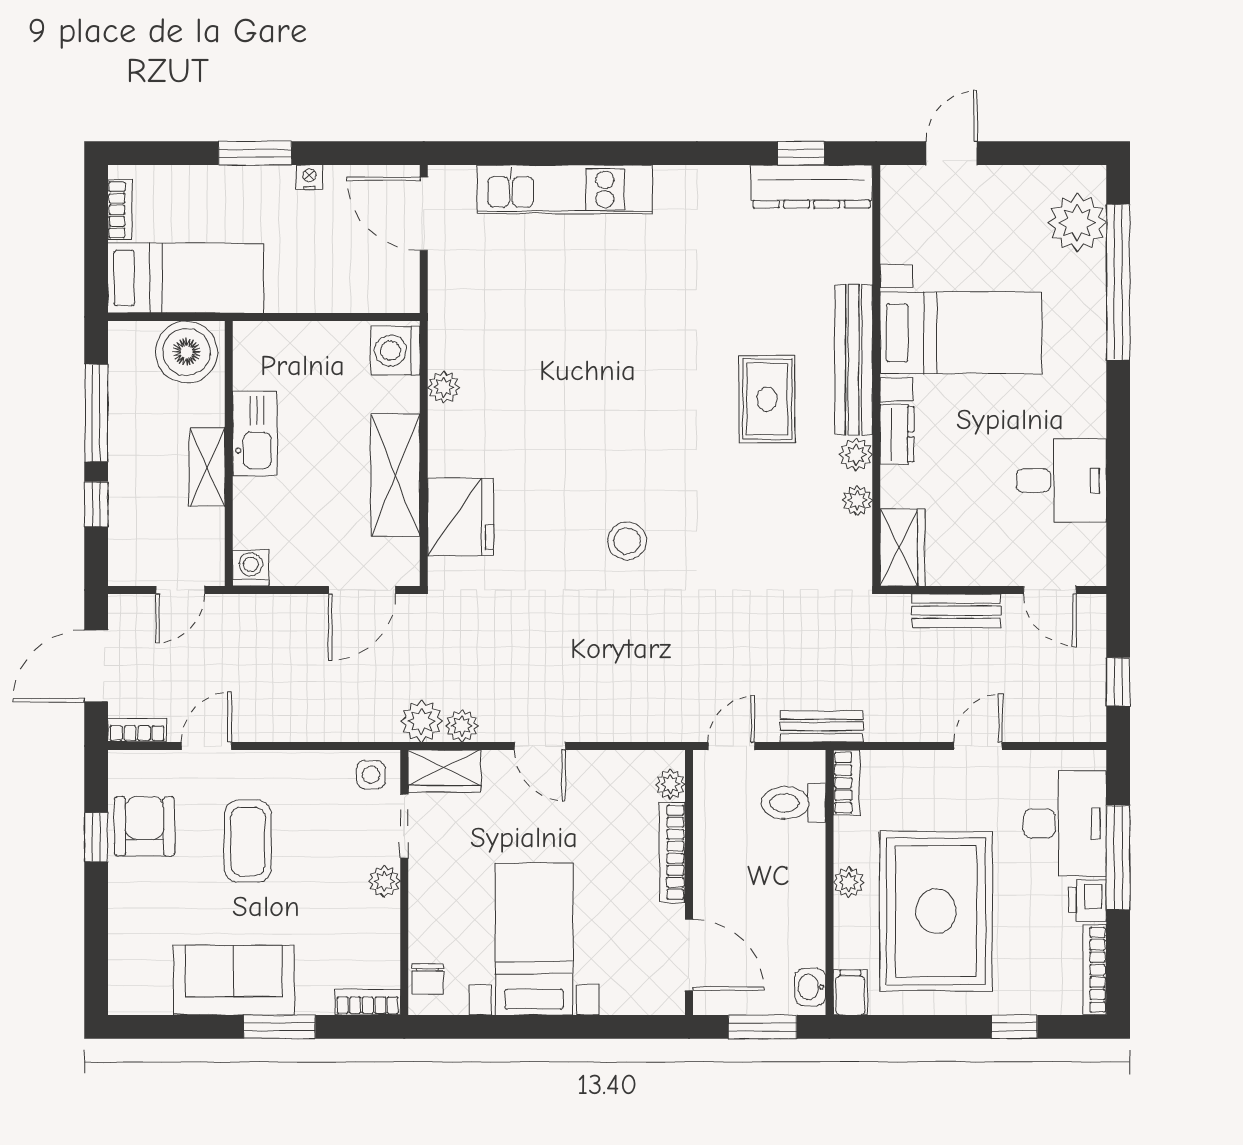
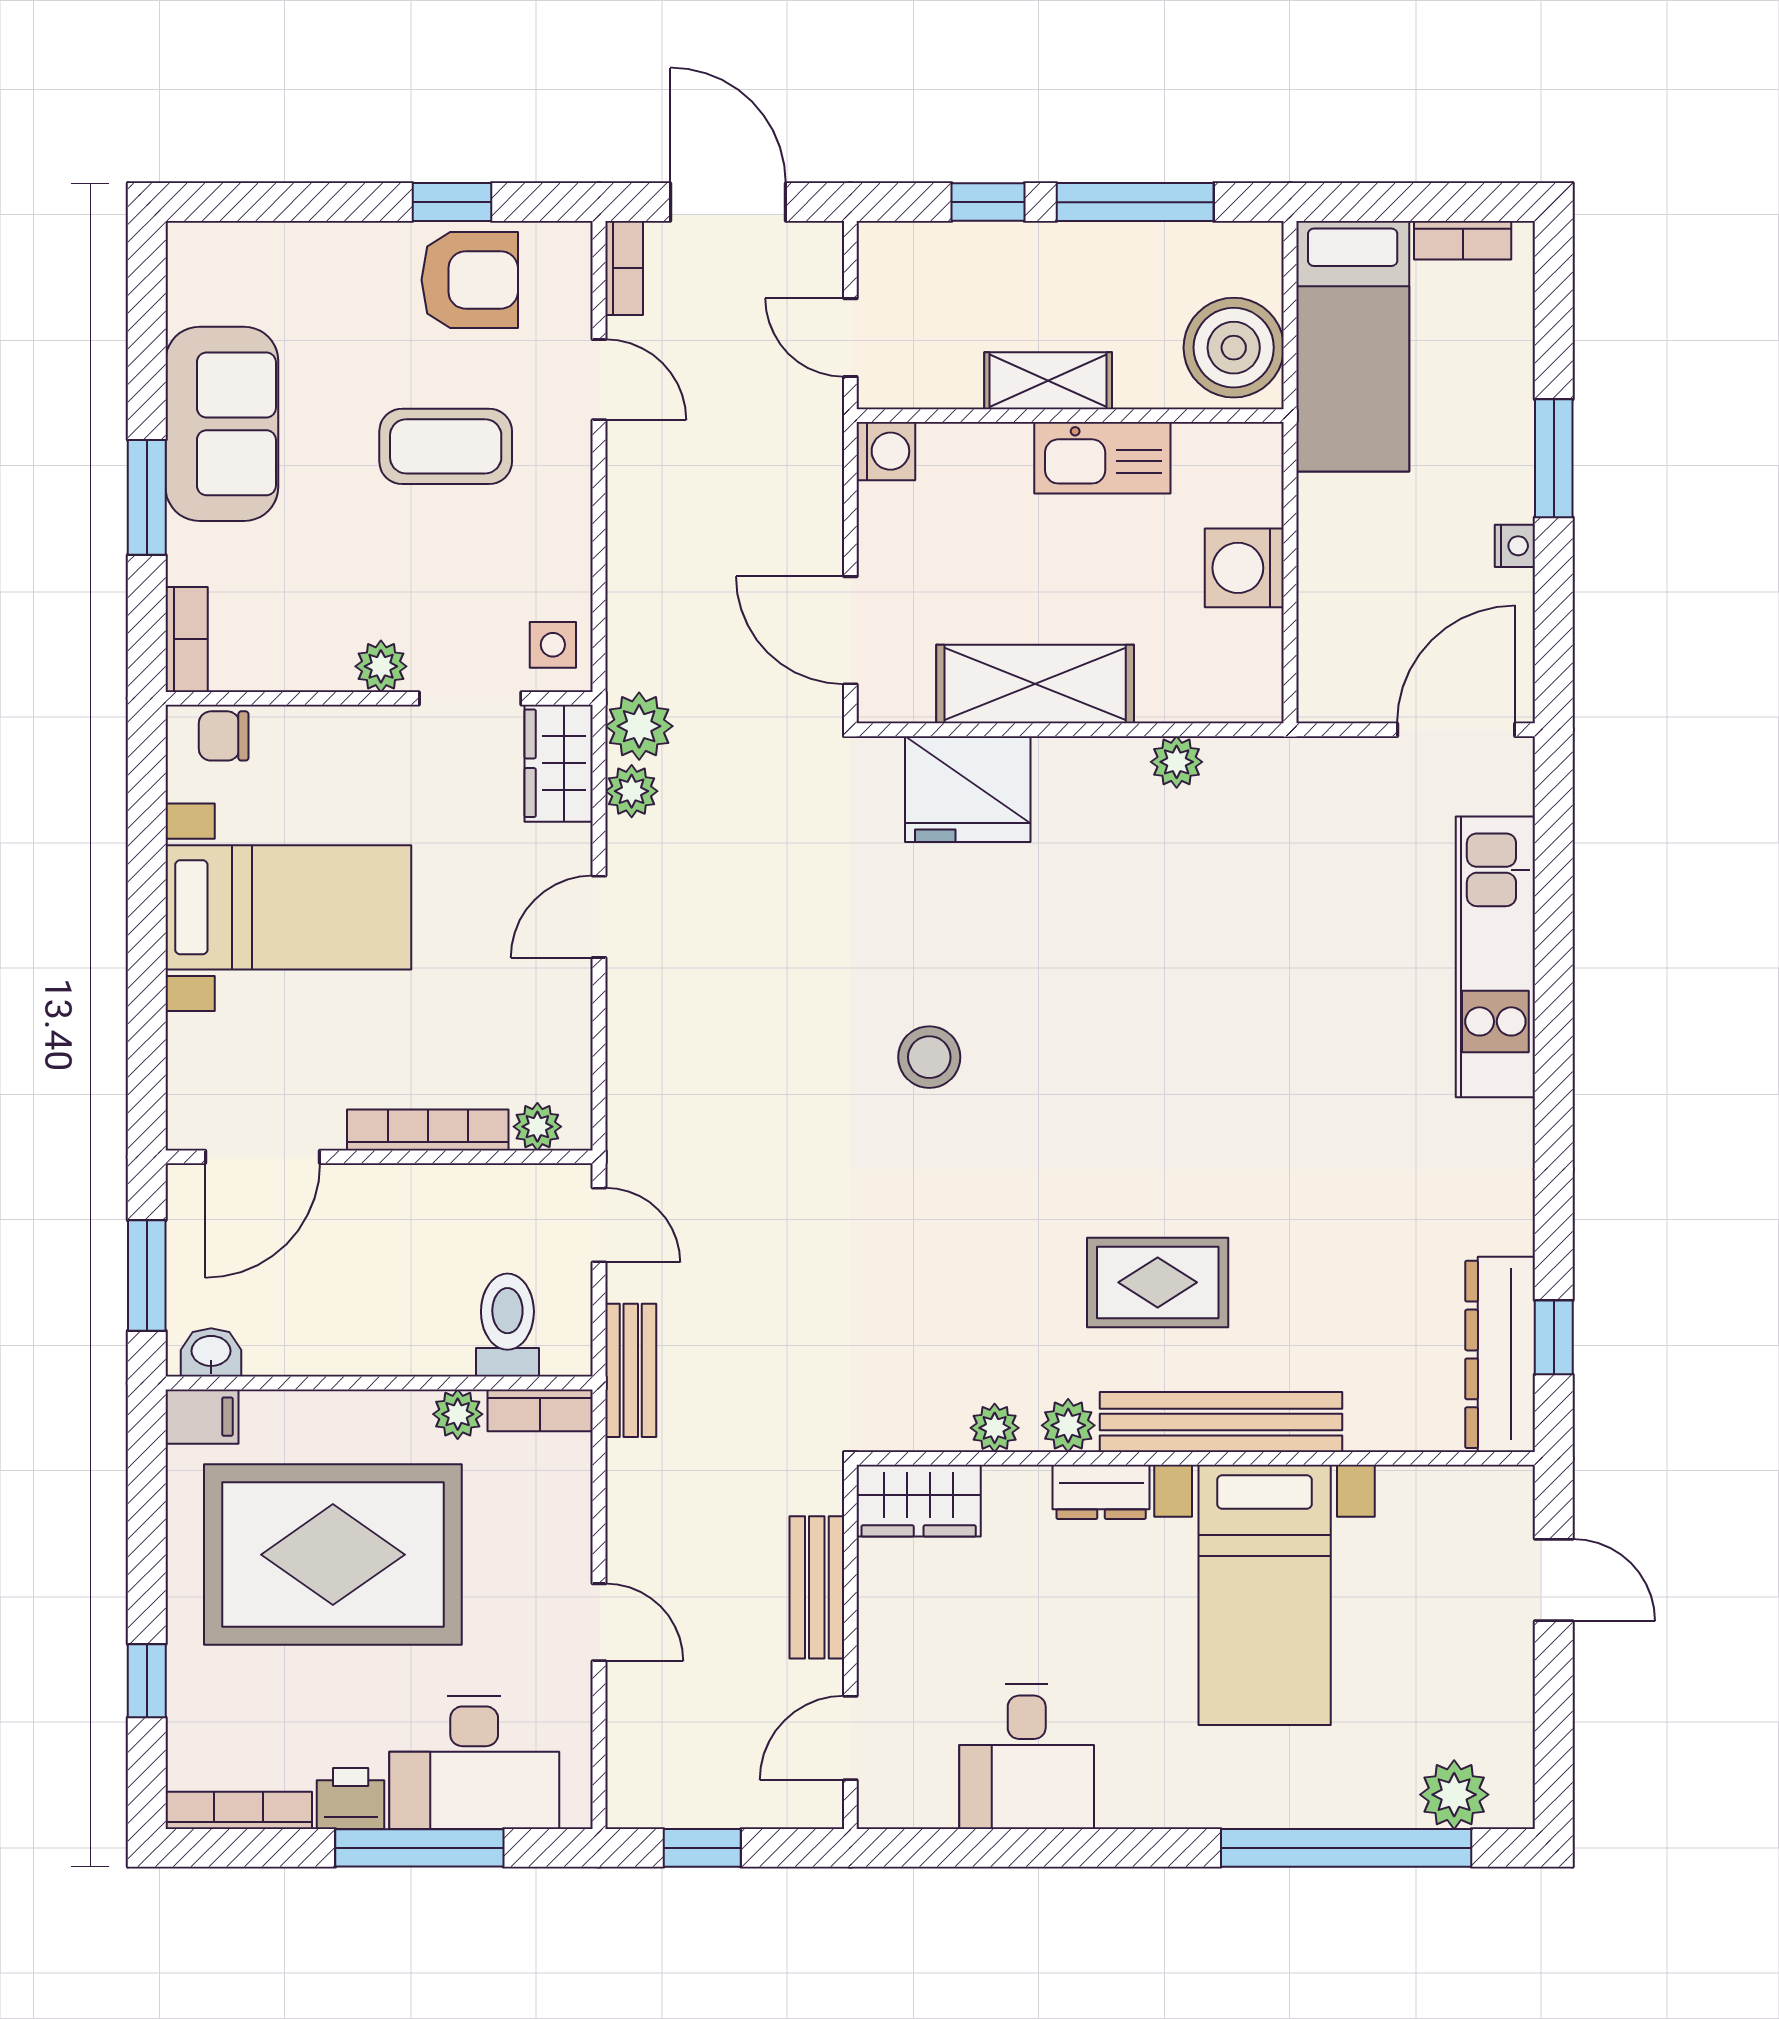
plant: (1077, 223) -> (1454, 1795), width x0.73, depth x0.73
washing machine: (395, 350) -> (1244, 568), moved, turned -90
plant: (849, 882) -> (458, 1414), moved

